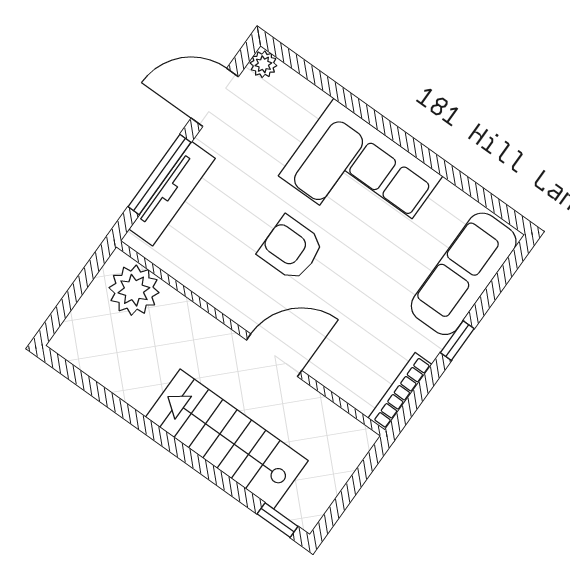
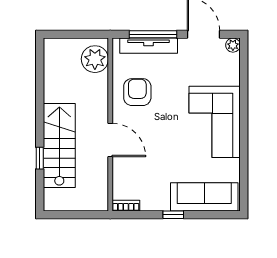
armchair: (291, 248) -> (137, 92), moved
bookcase: (400, 391) -> (126, 206), width x0.64
window: (278, 520) -> (40, 158), moved

